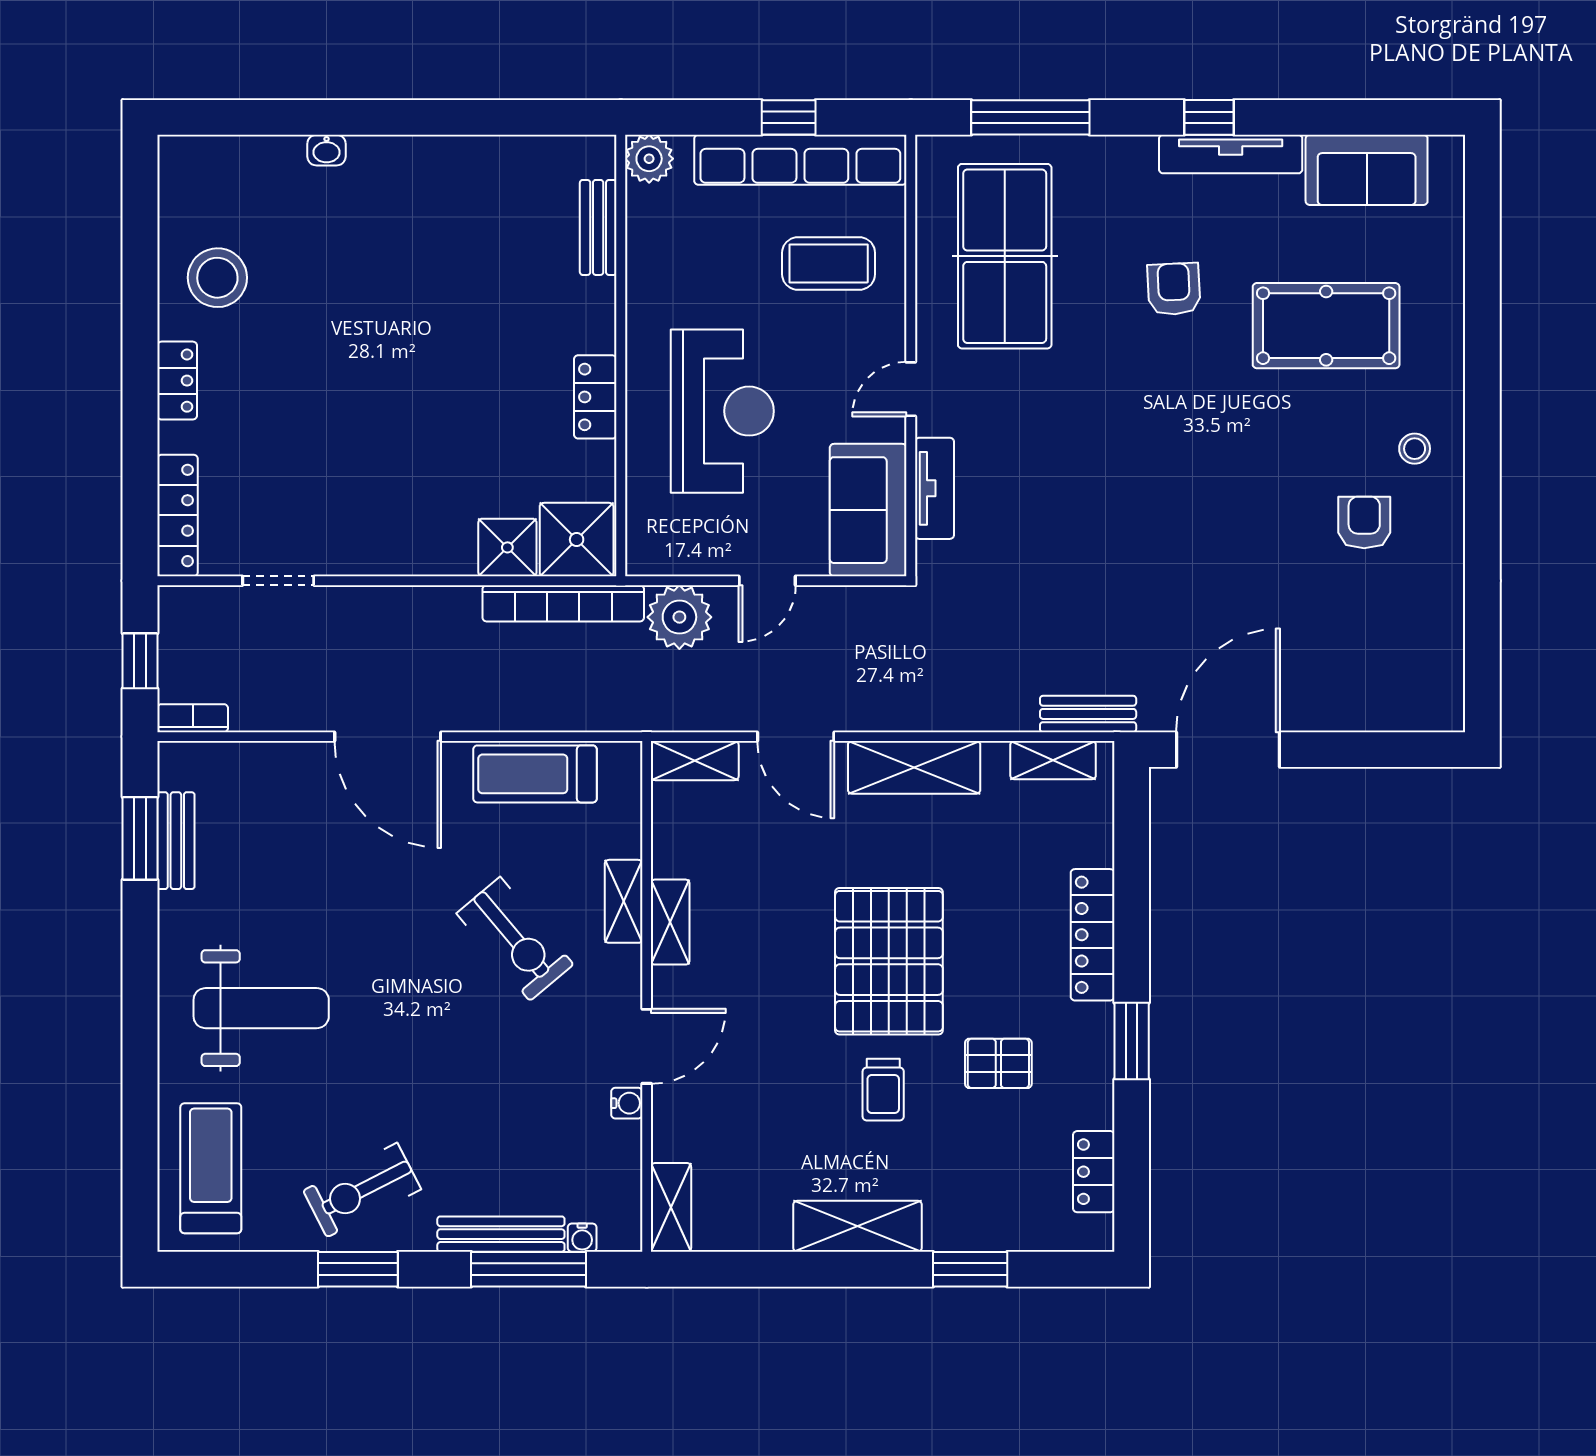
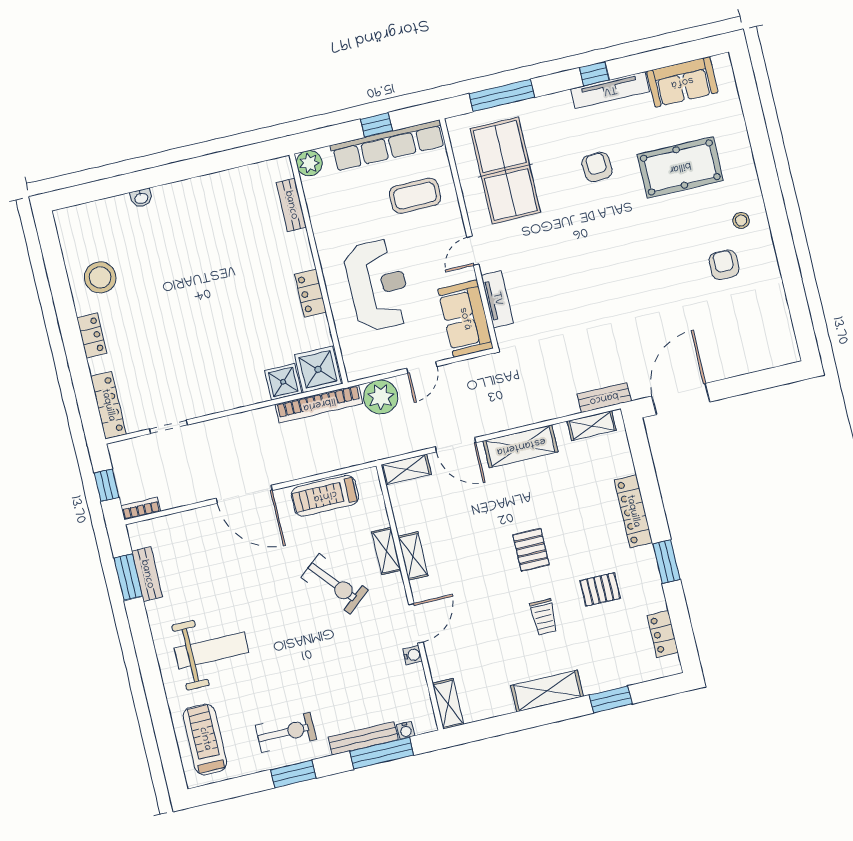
pallet: (889, 961) -> (531, 550), width x0.49, depth x0.50
exercise bike: (362, 1190) -> (286, 732), turned -153

